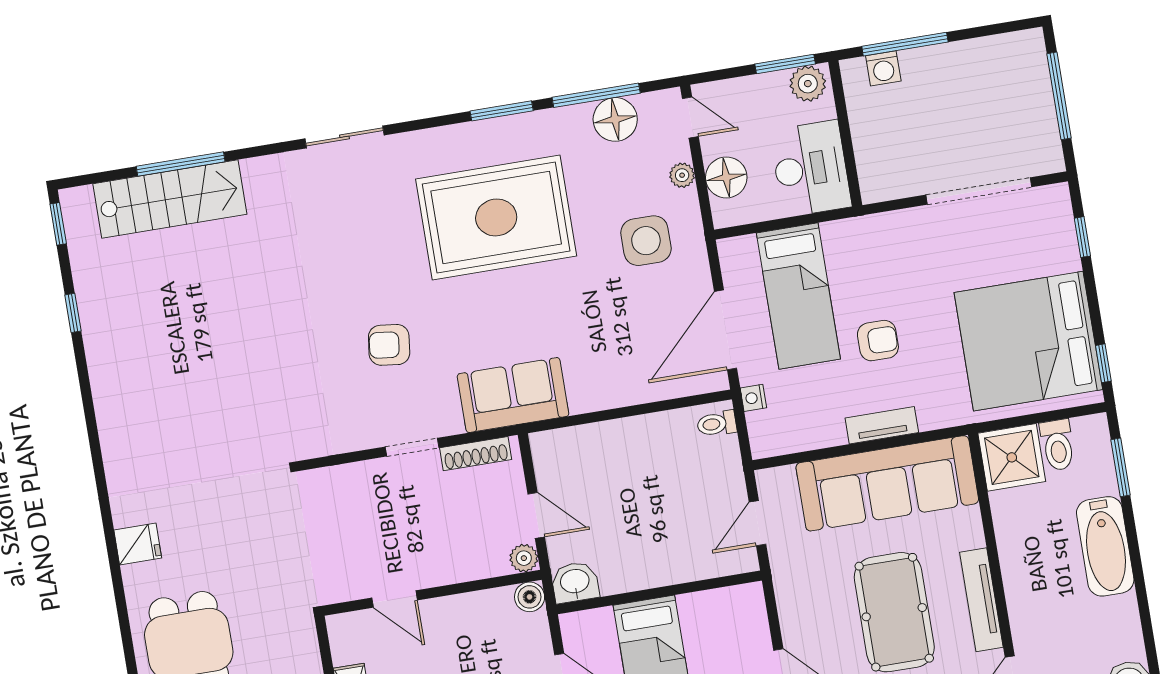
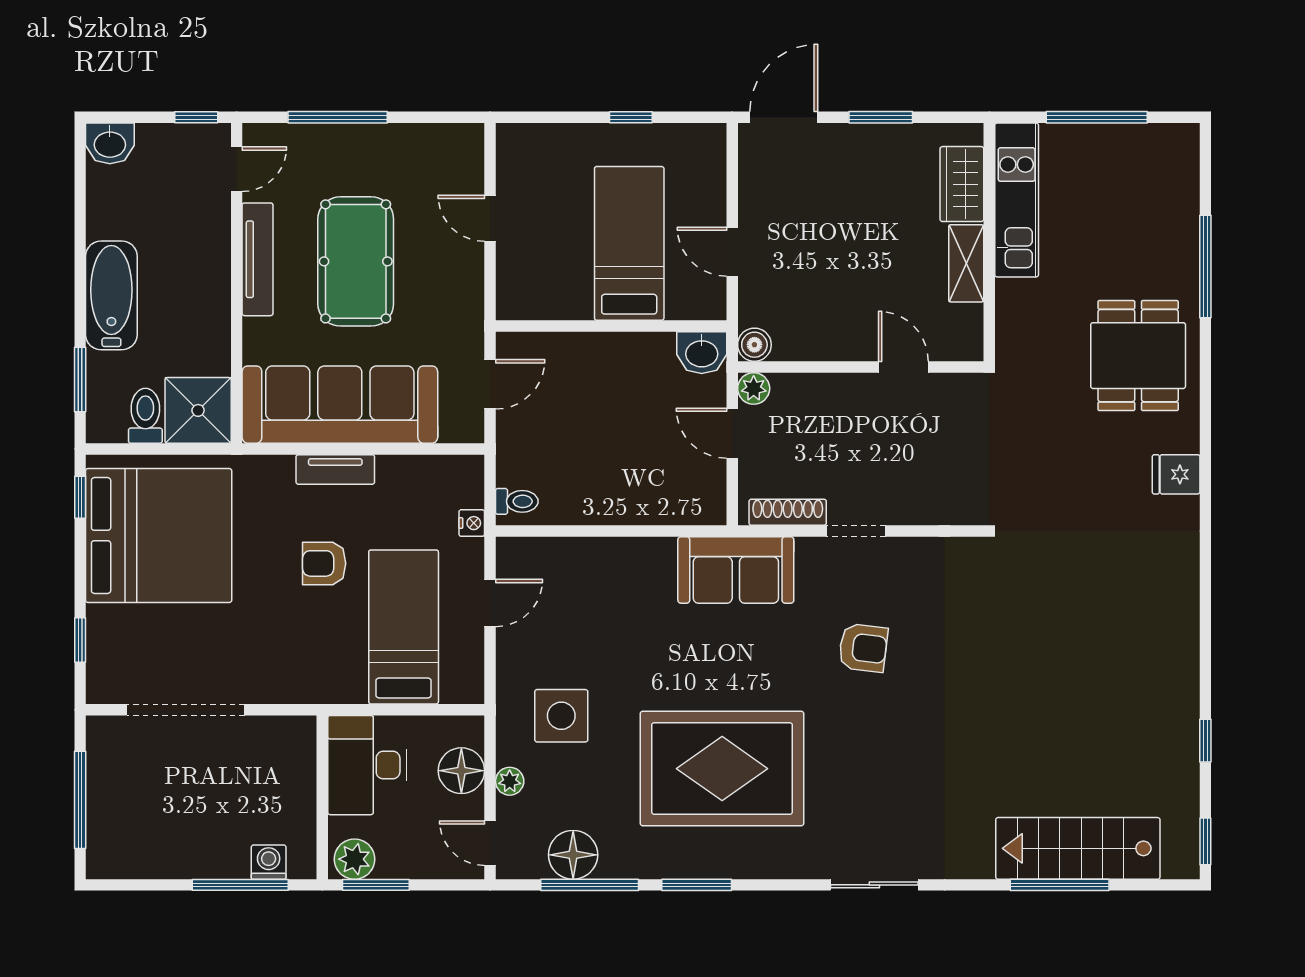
door: (726, 330) -> (490, 603), width x0.53

